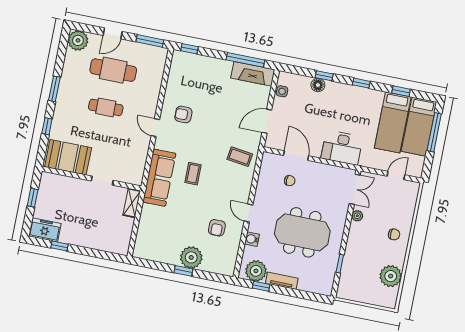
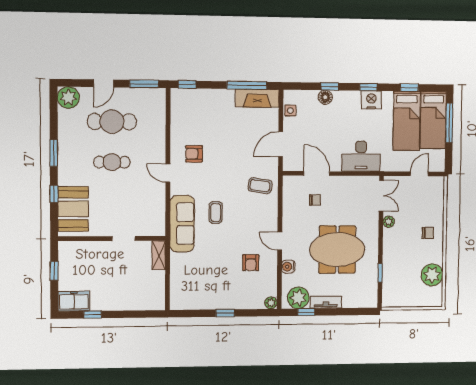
nightstand: (362, 96) -> (371, 100), added
booth: (68, 157) -> (73, 209), moved, turned 90
plant: (191, 257) -> (271, 303), moved, width x0.53, depth x0.53

